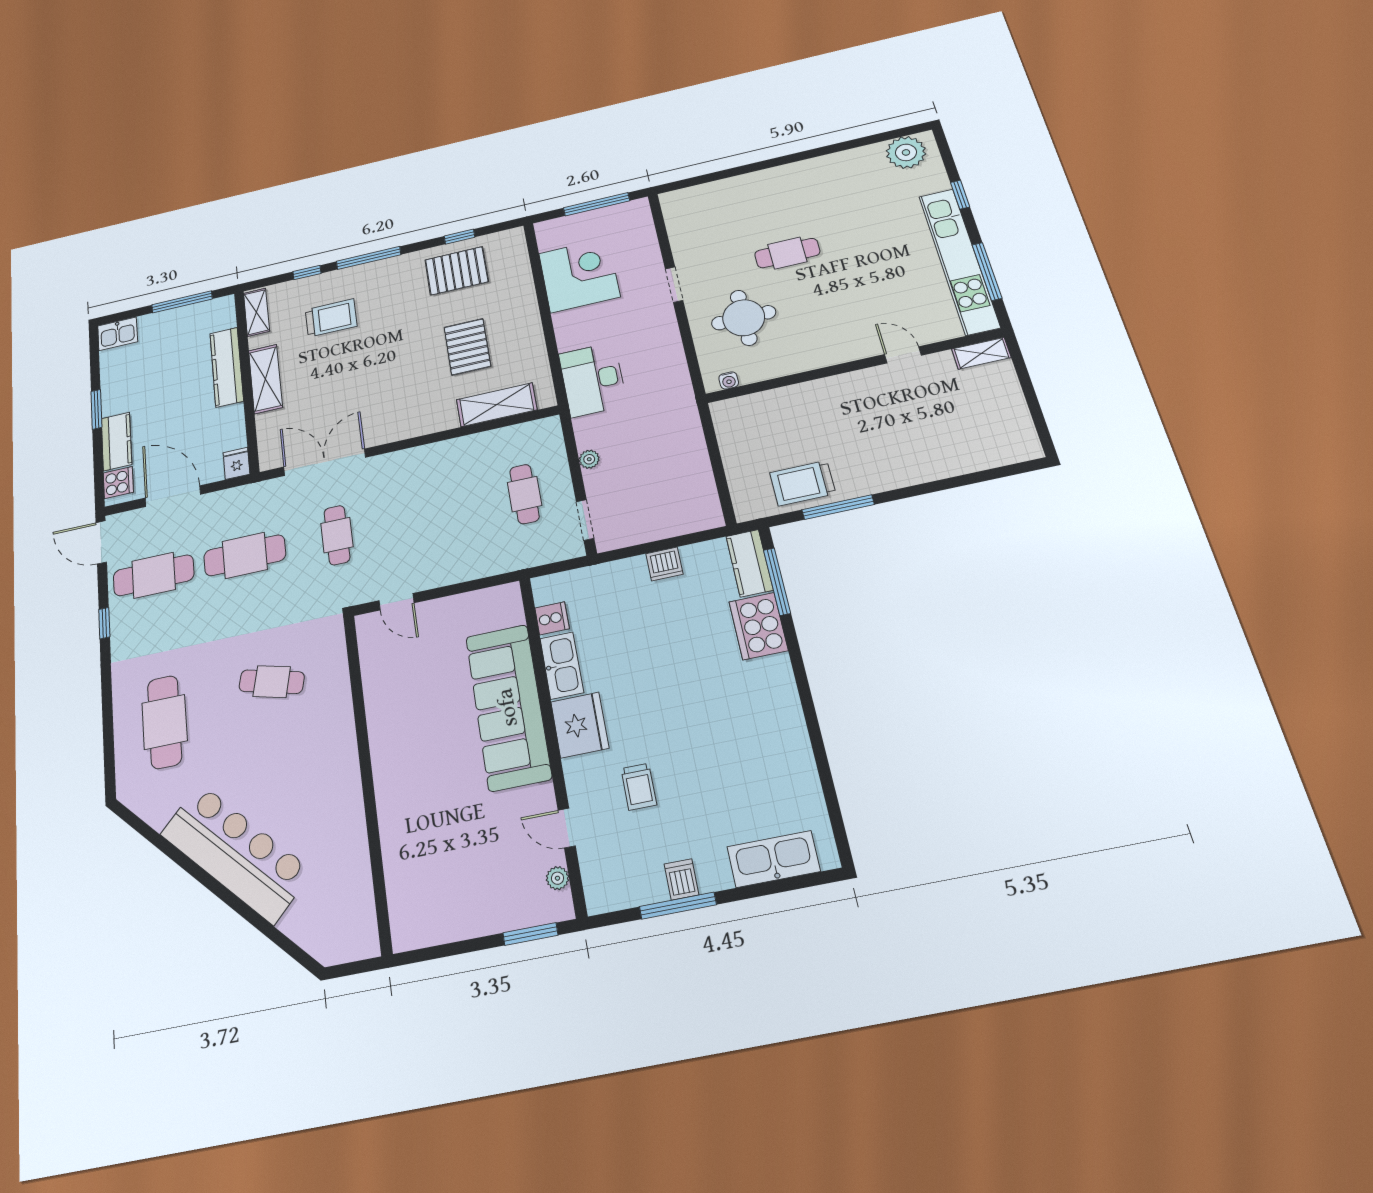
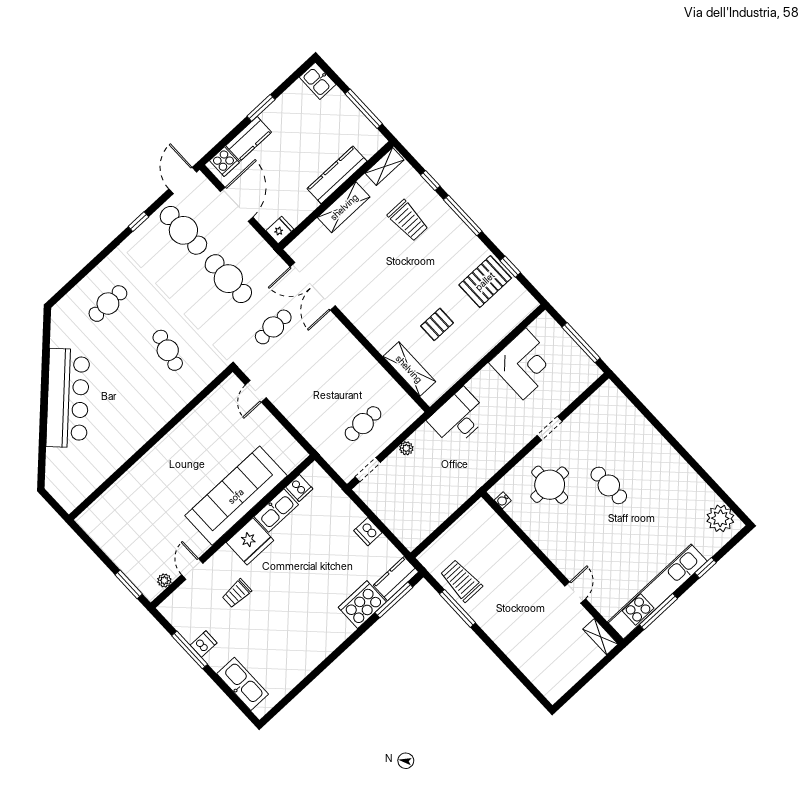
pallet: (457, 271) -> (485, 281), turned 90
pallet: (467, 347) -> (437, 324), width x0.67, depth x0.71
double door: (325, 462) -> (313, 286), swing flipped
cafe table: (165, 722) -> (108, 304), width x0.73, depth x0.74

